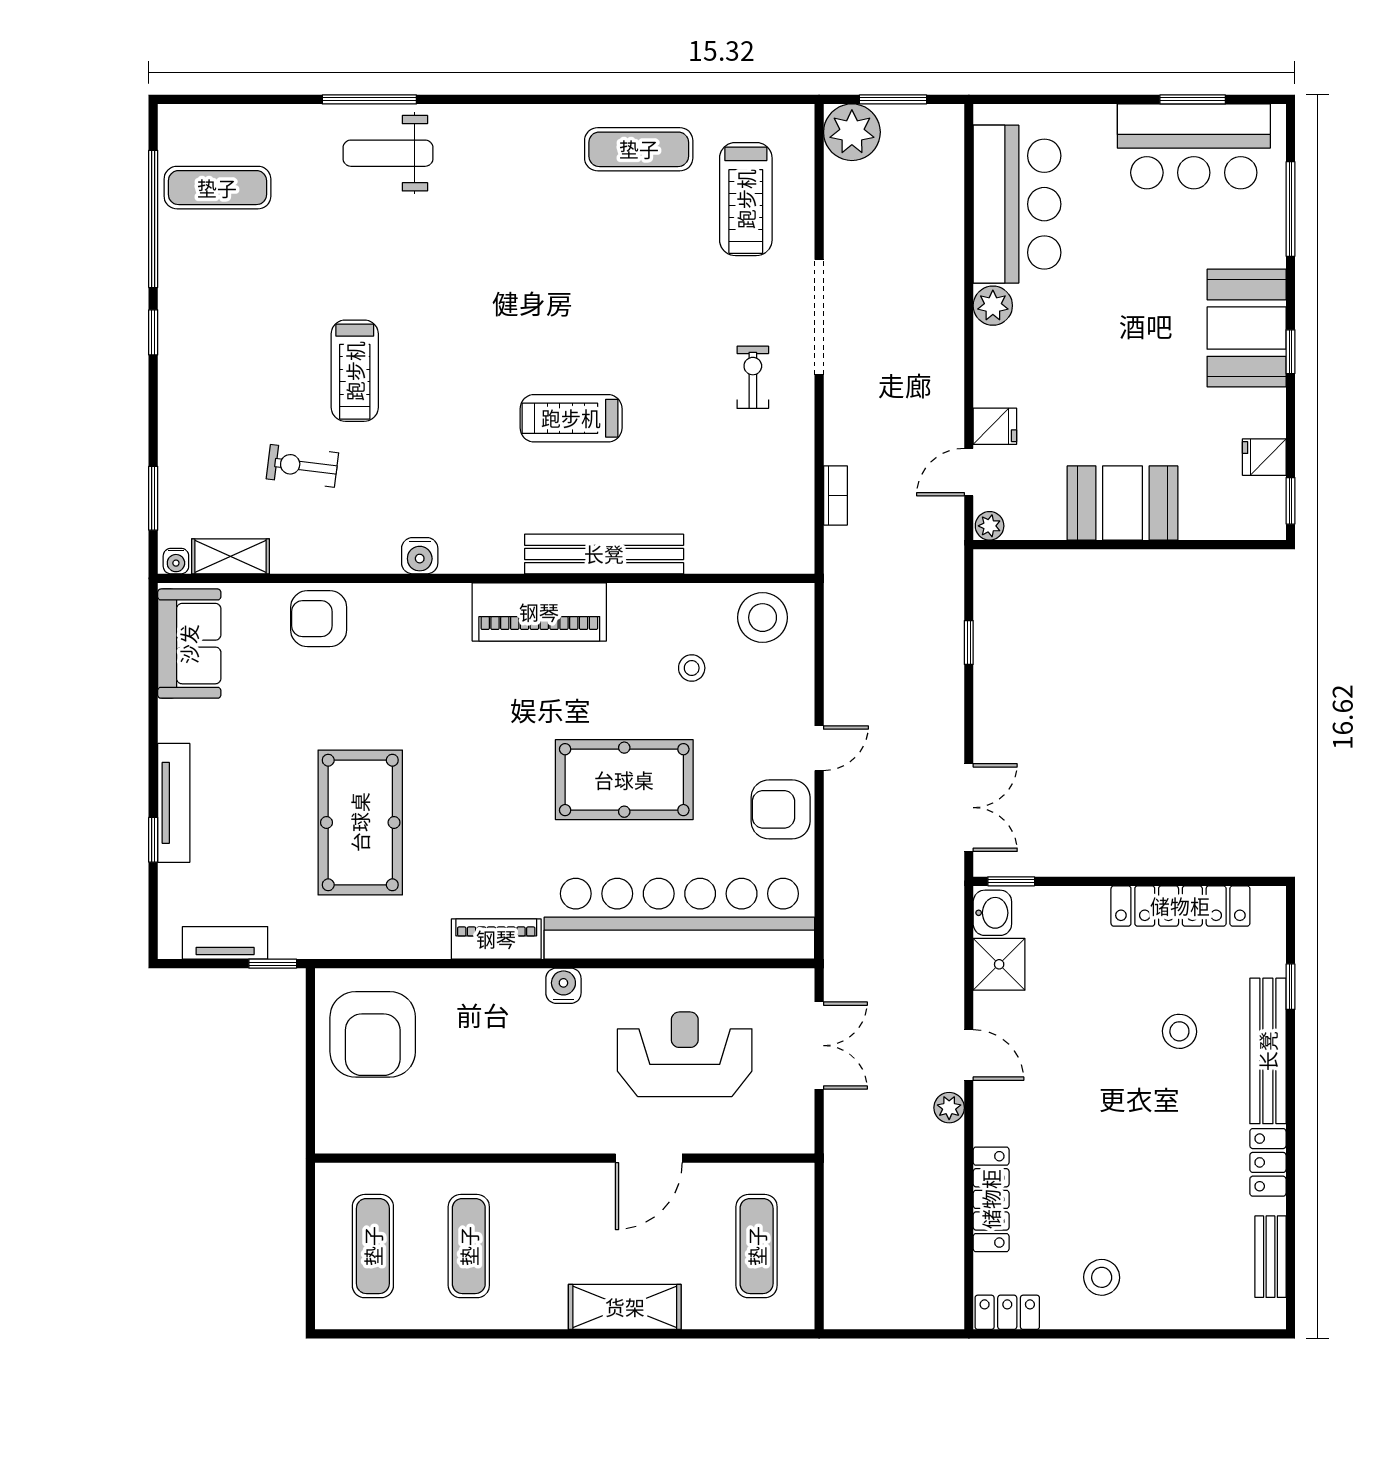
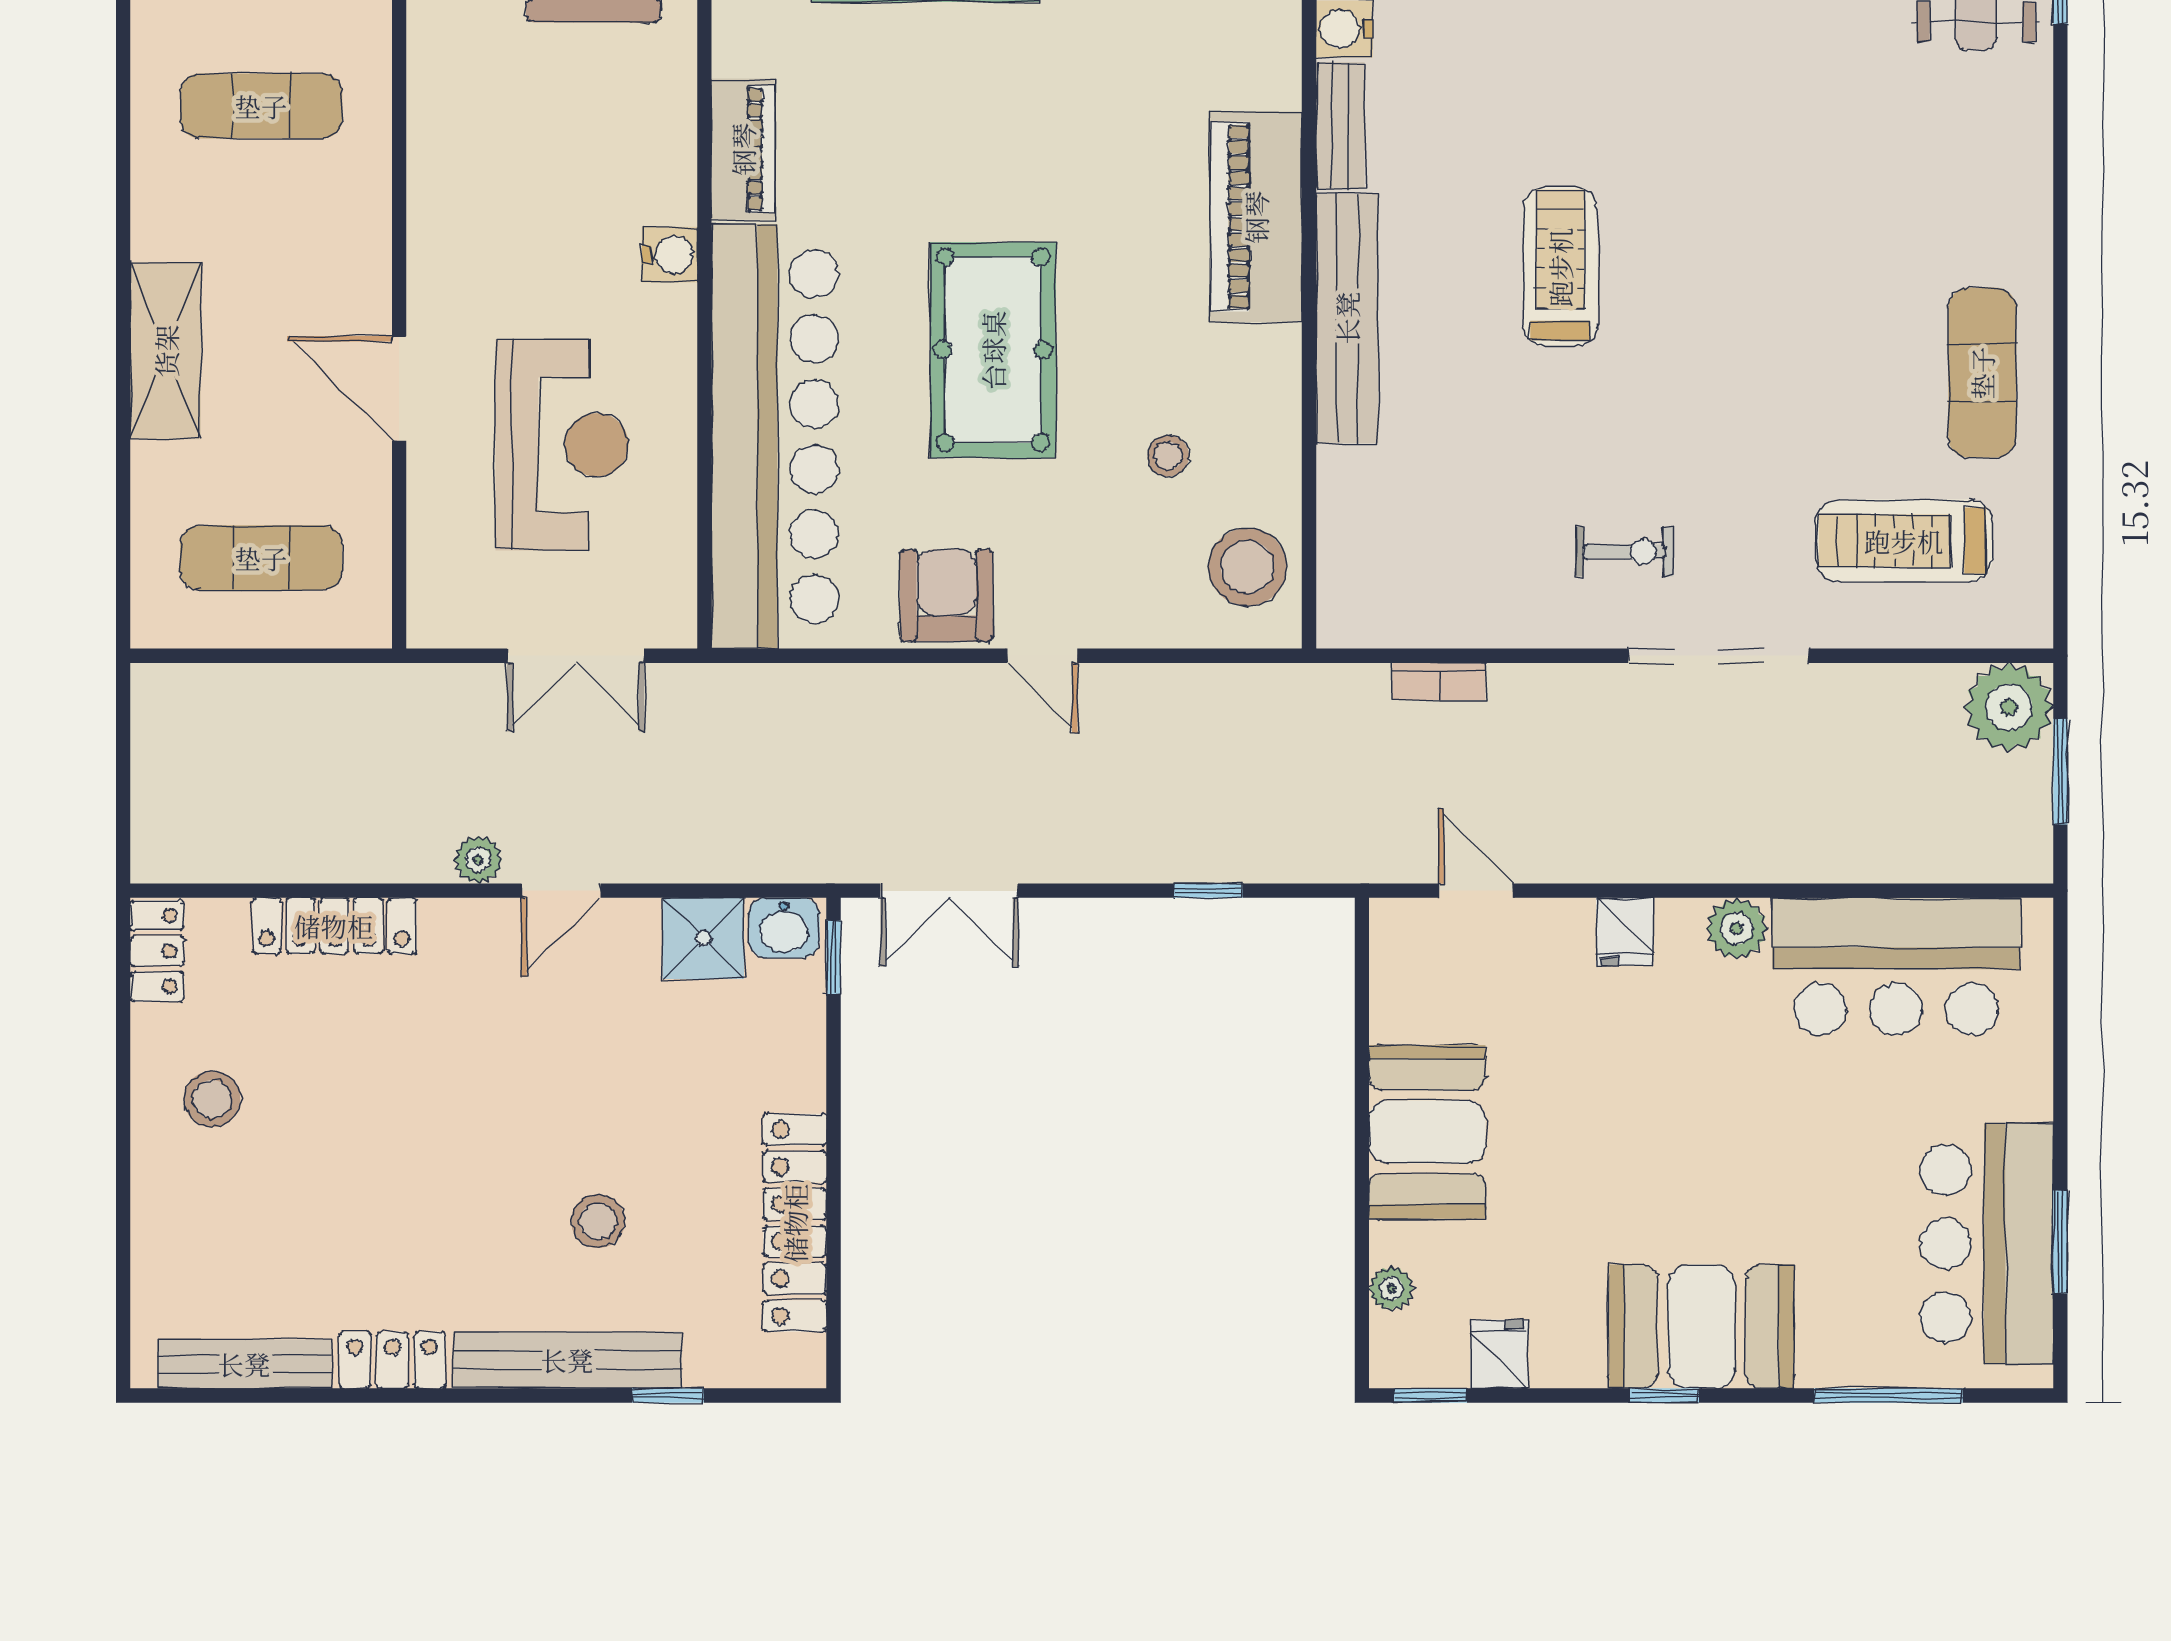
fridge: (995, 426) -> (1625, 932), moved
plant: (990, 526) -> (1391, 1288), moved
bench: (481, 558) -> (1340, 125), added
bench: (1270, 1257) -> (244, 1364), width x1.36

